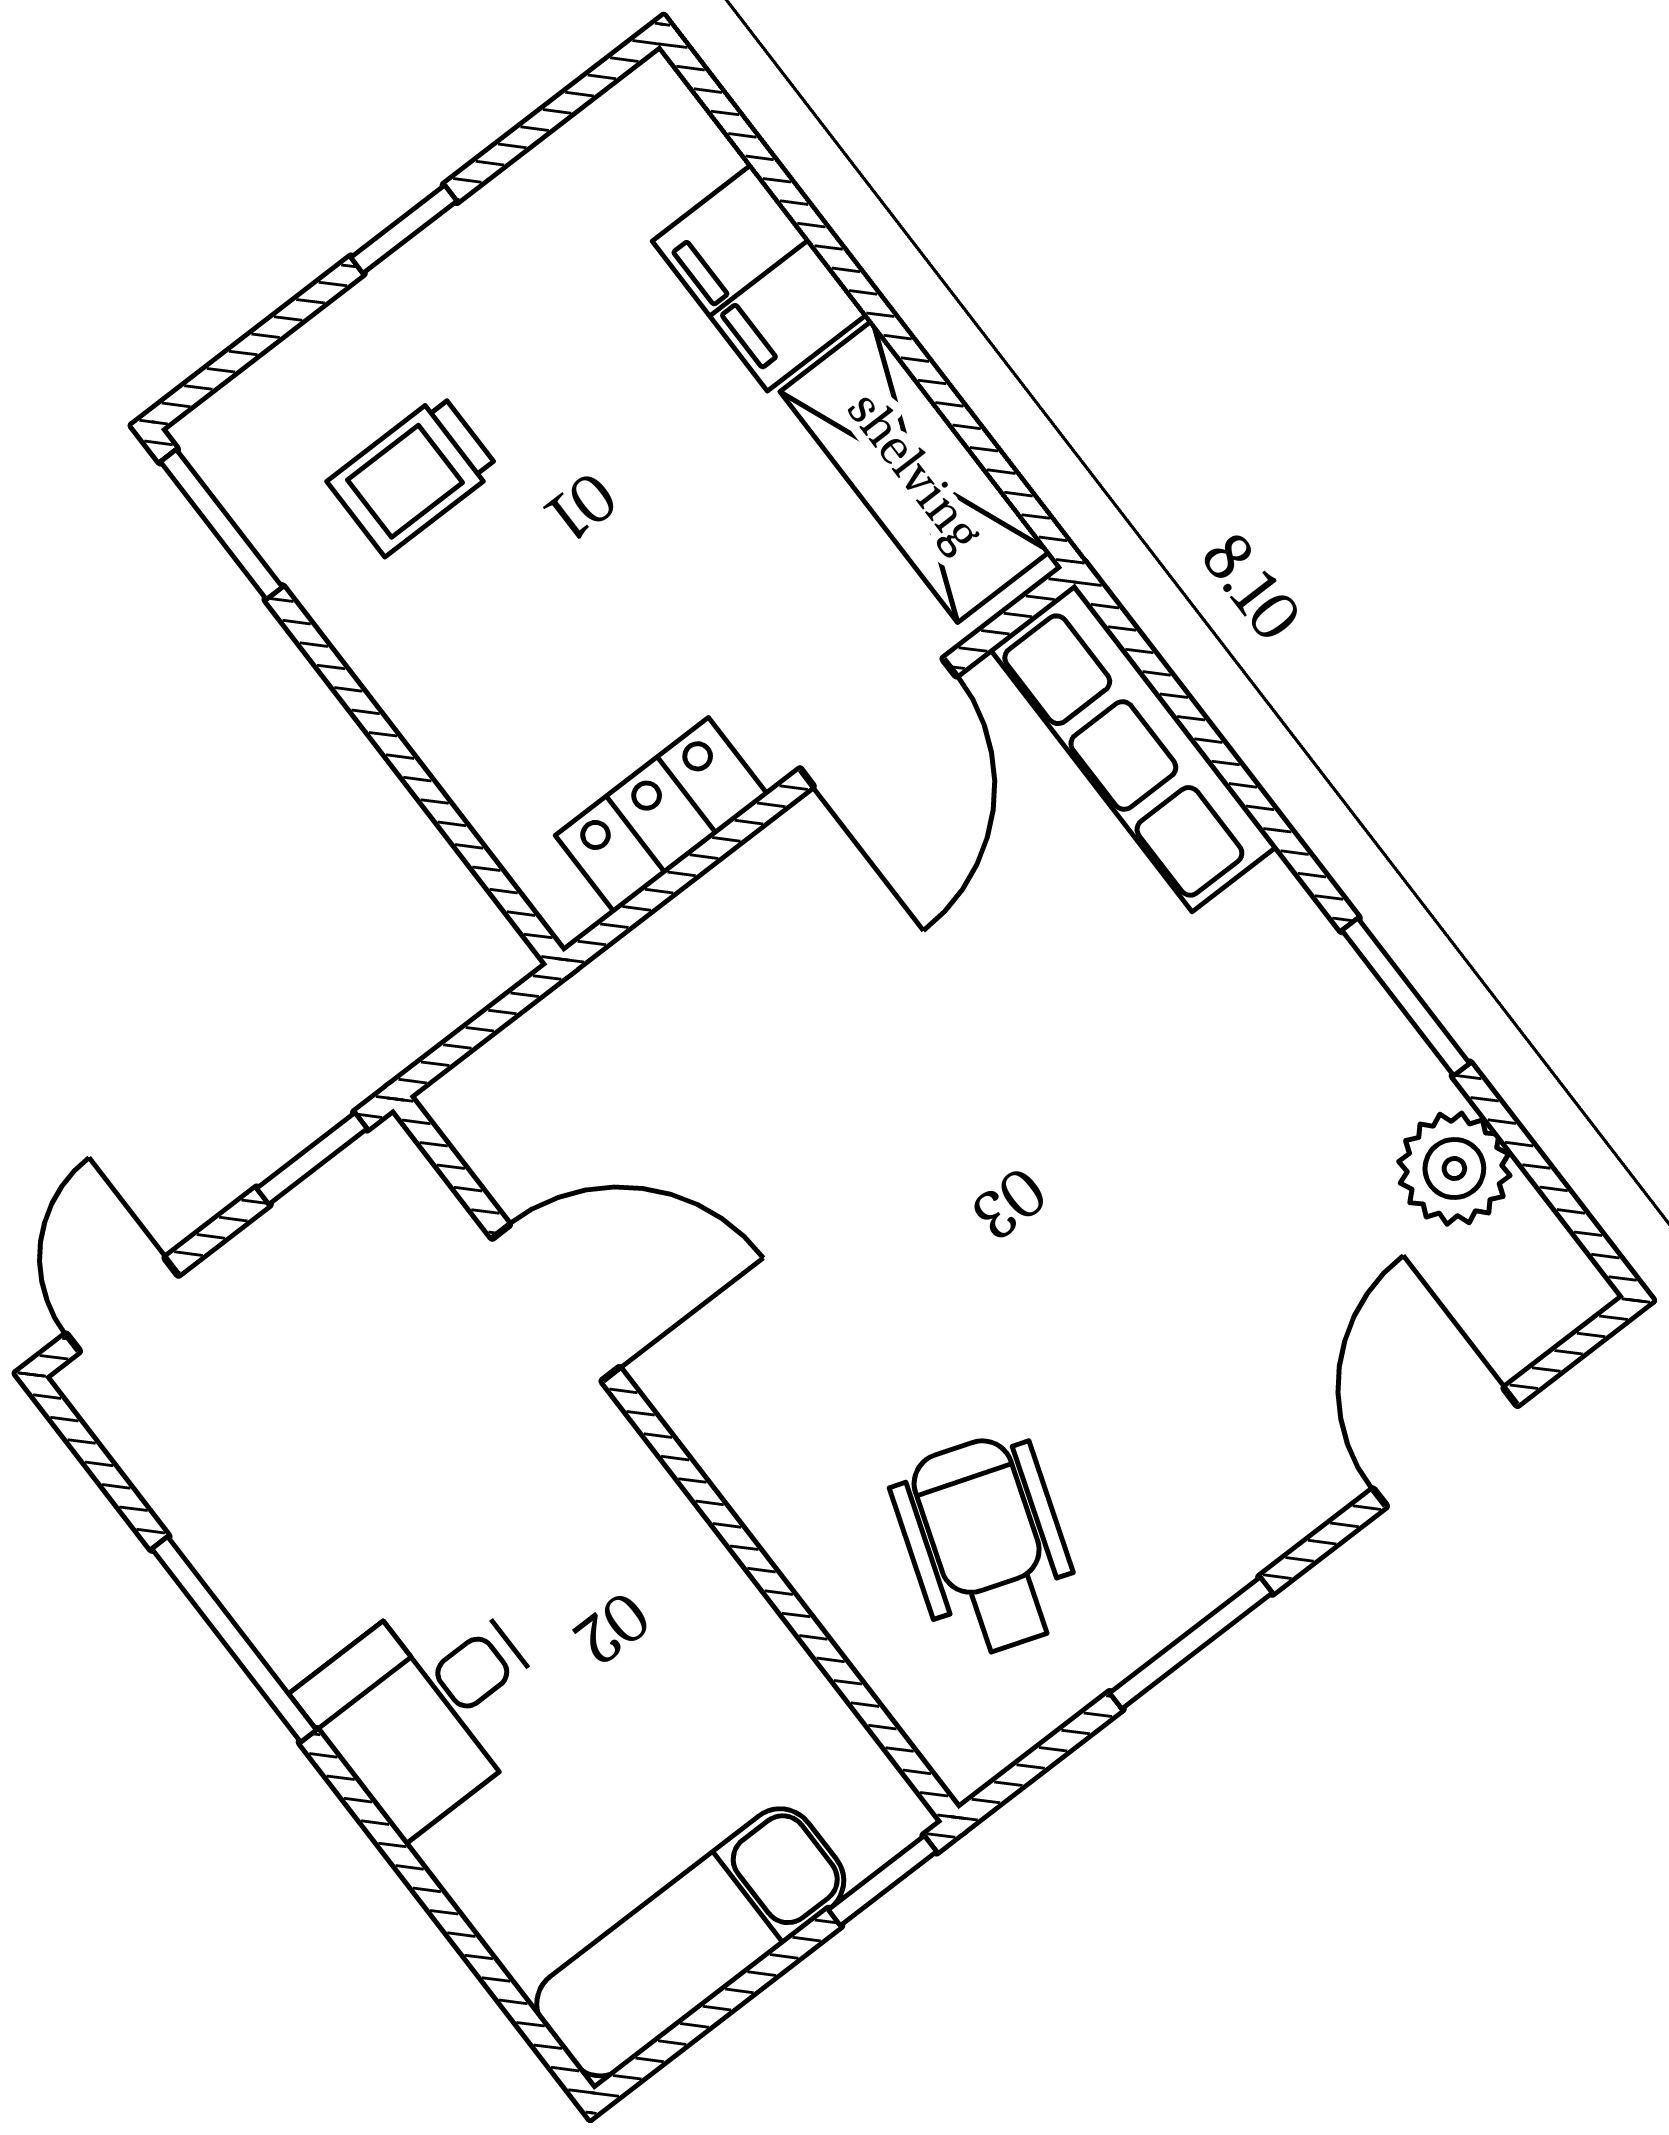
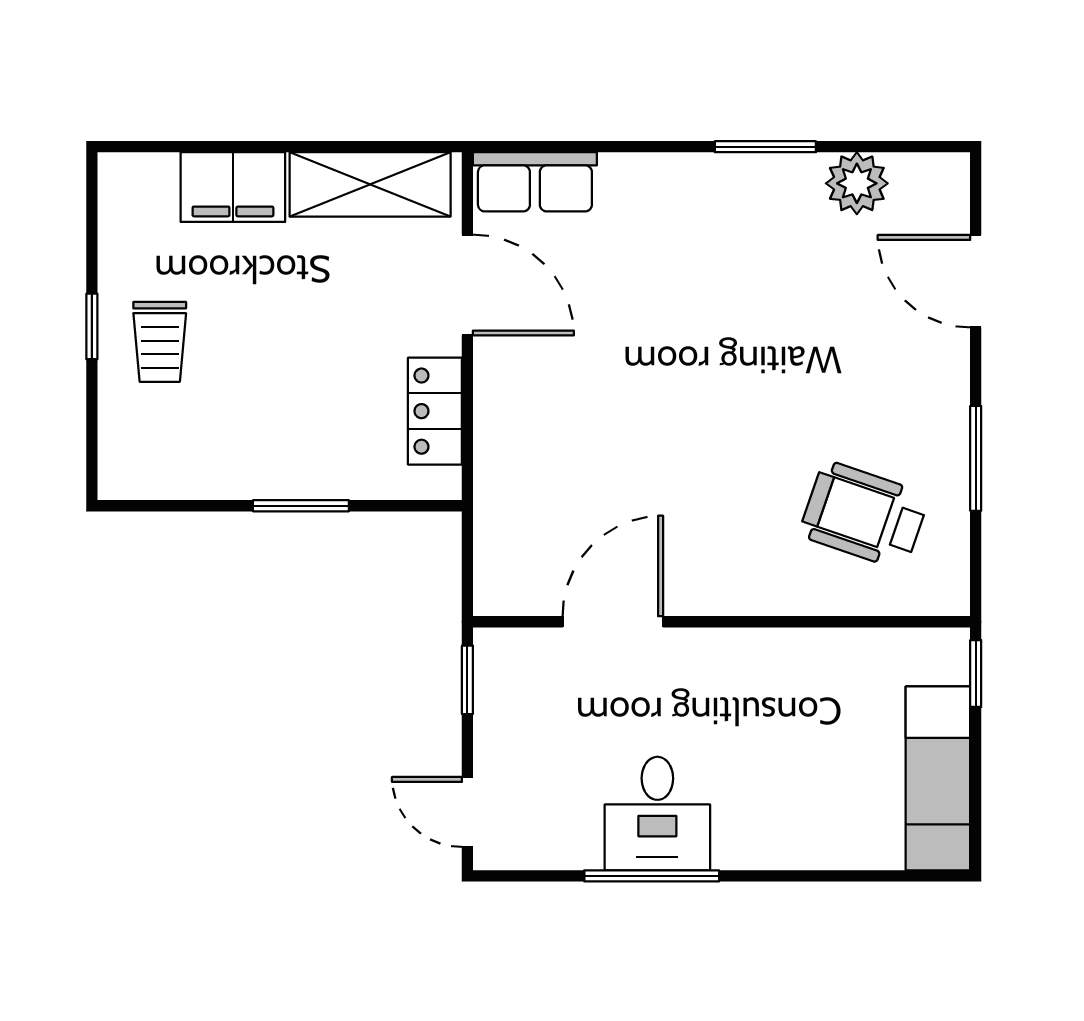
trolley: (413, 475) -> (160, 342), moved
window: (221, 524) -> (301, 506), moved
row of seats: (1134, 748) -> (535, 182), width x0.68
desk: (428, 1706) -> (657, 814), moved

